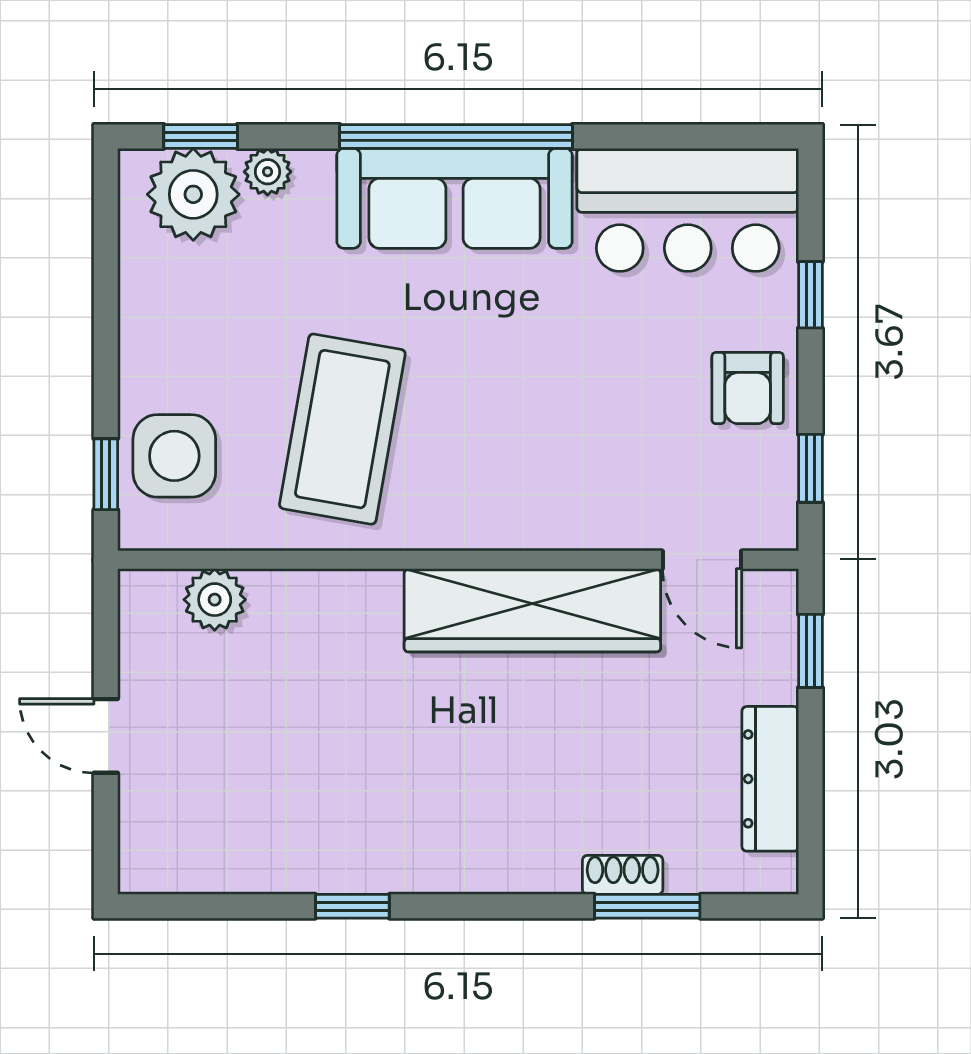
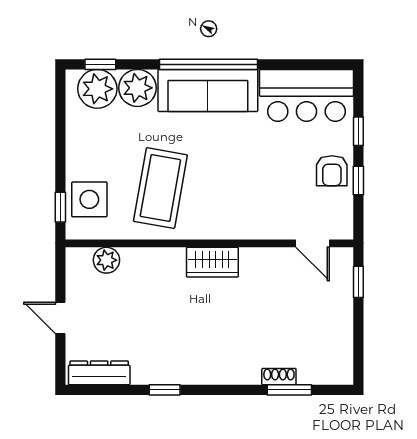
plant: (268, 172) -> (137, 88), width x1.87, depth x1.87
window: (810, 468) -> (358, 181), moved
wardrobe: (532, 610) -> (212, 262), width x0.48, depth x0.85
dresser: (770, 779) -> (99, 373), moved, turned 90

